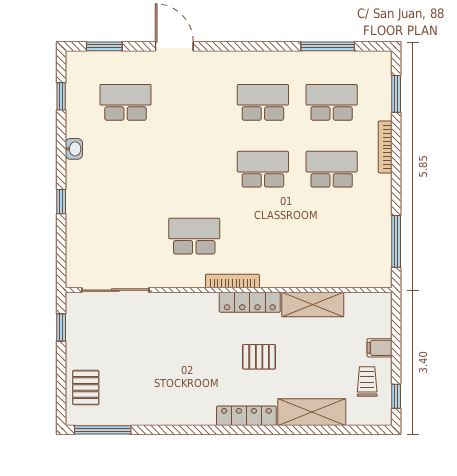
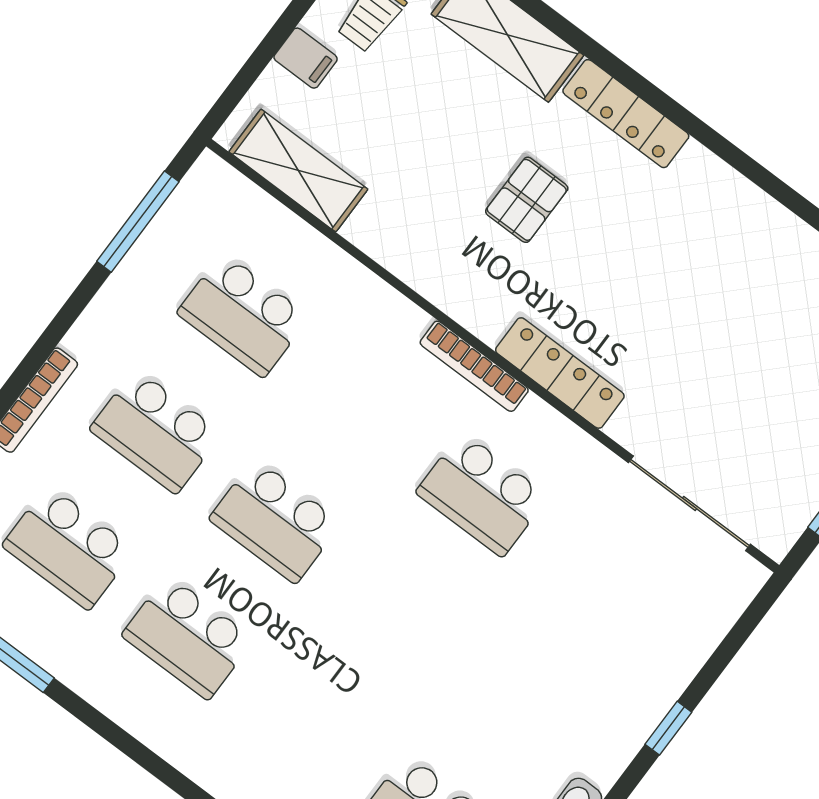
school desk: (332, 236) -> (243, 315), added
locker: (250, 302) -> (560, 373), moved
shelving: (313, 304) -> (298, 170), moved
pallet: (259, 357) -> (527, 200), turned 90

